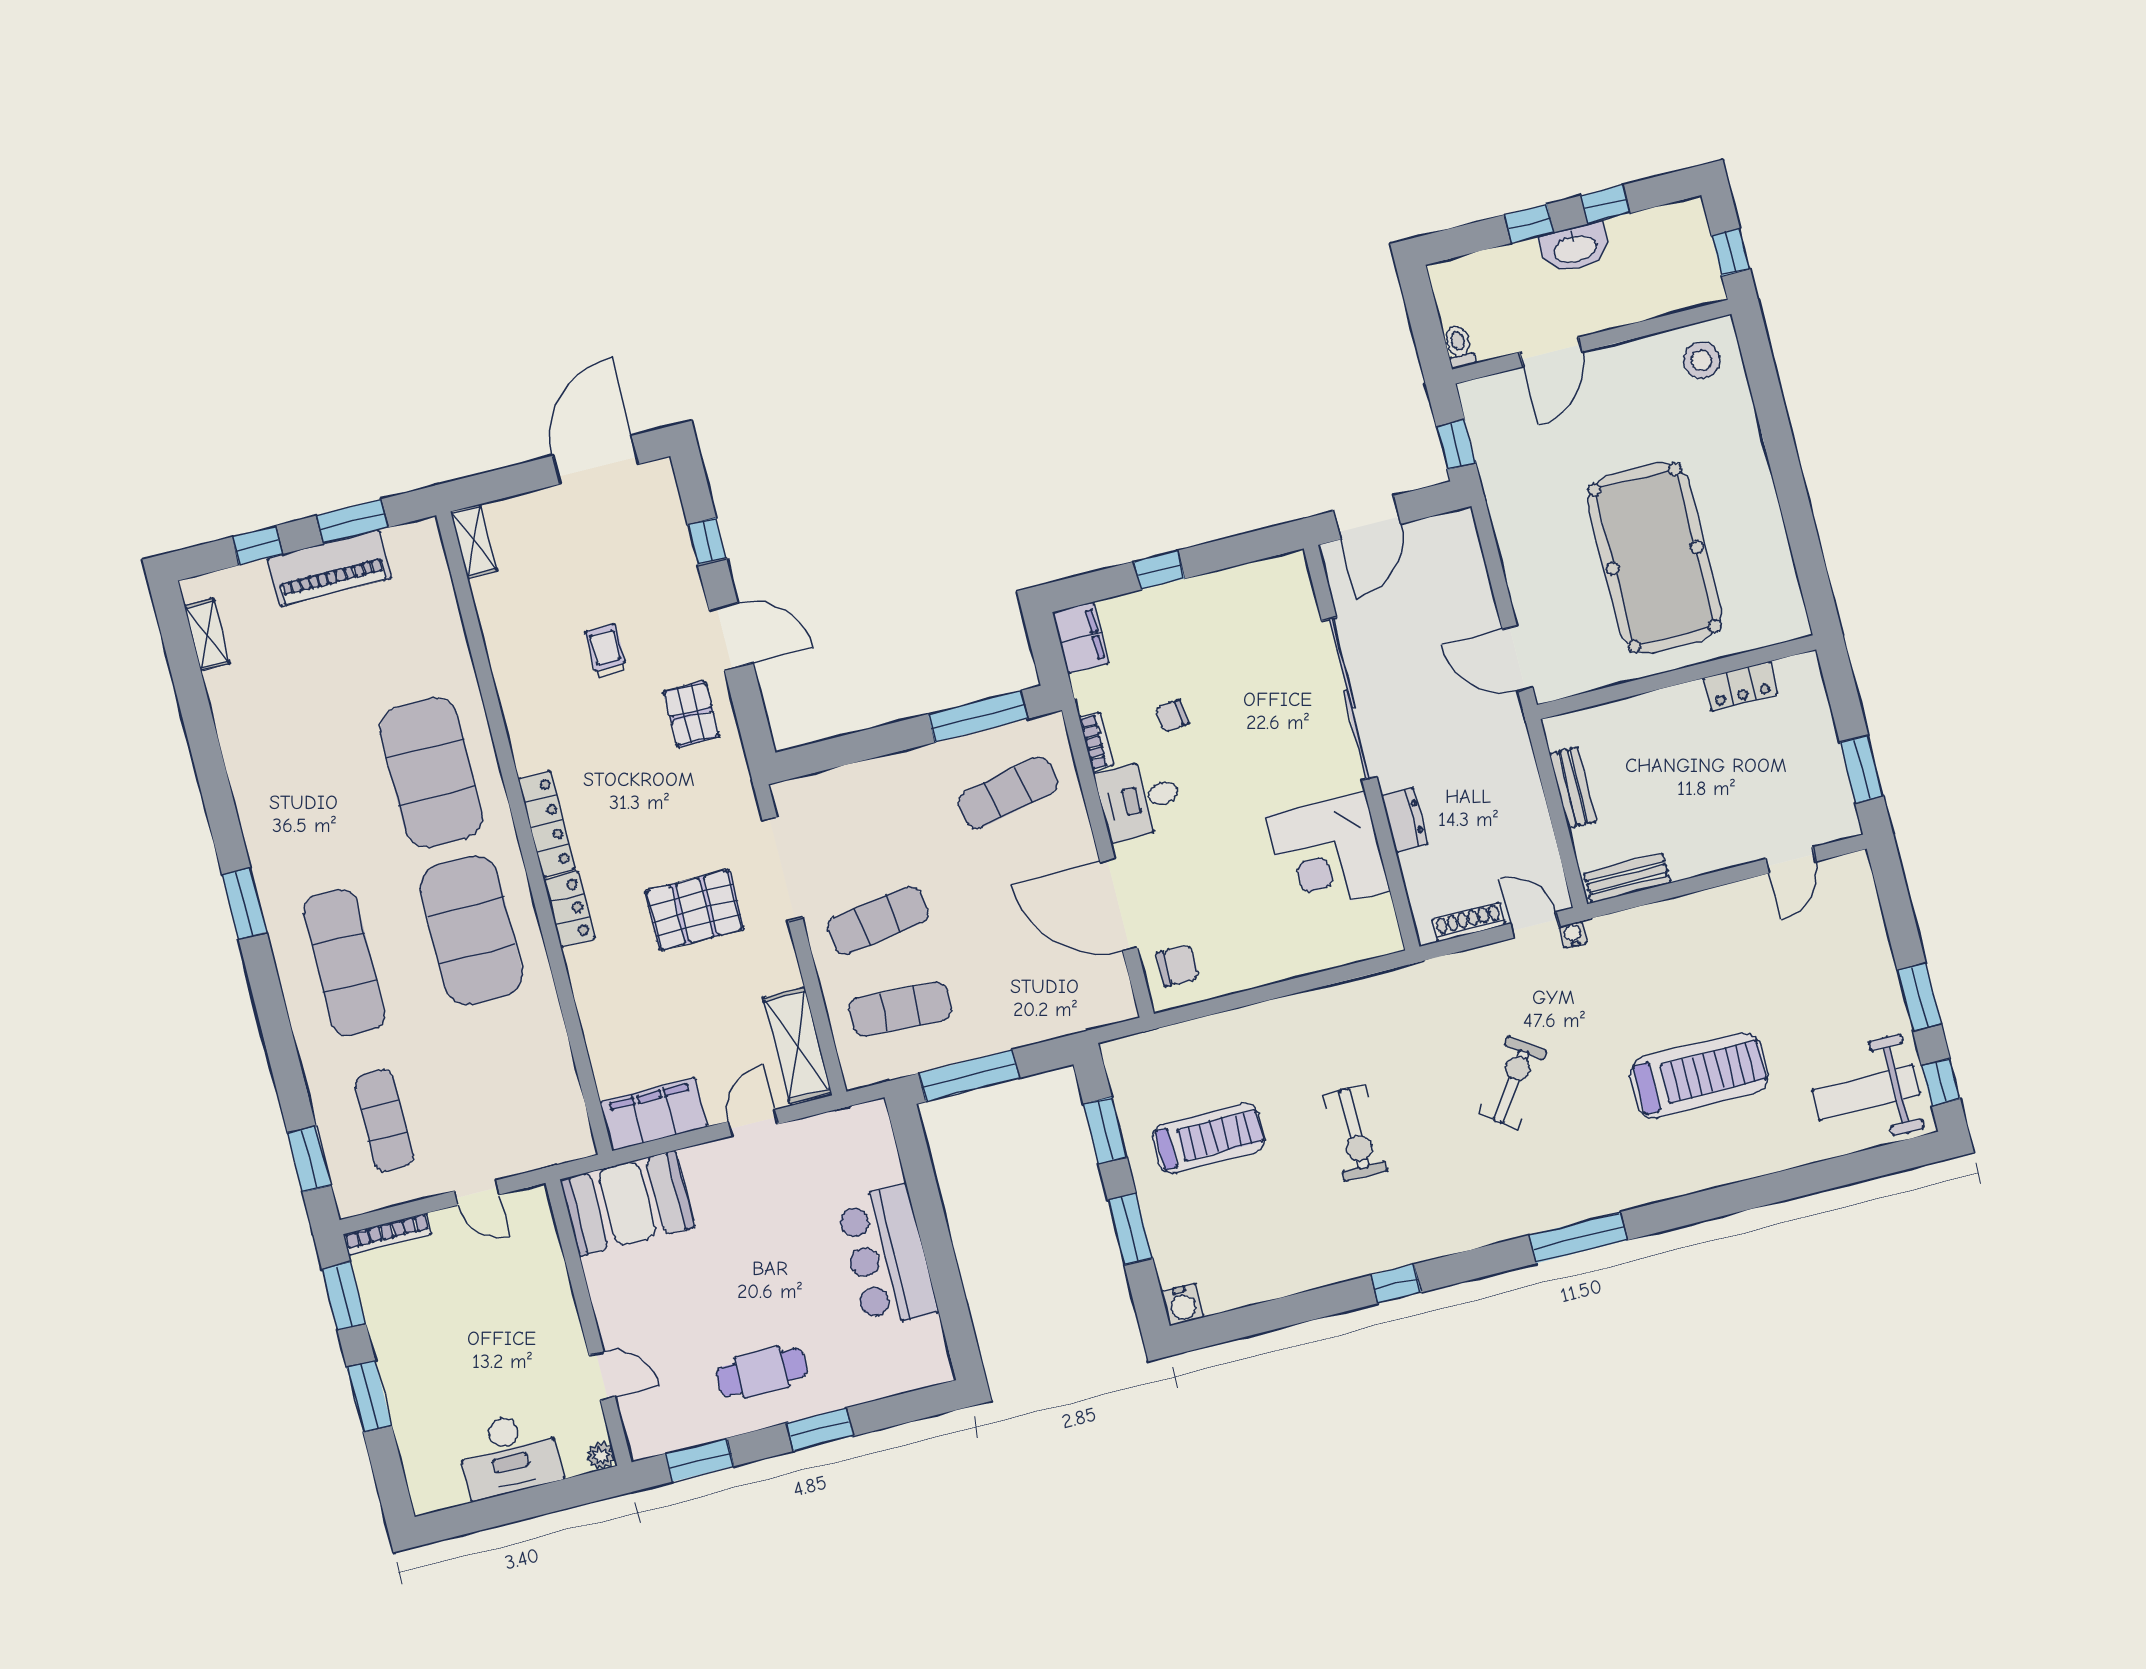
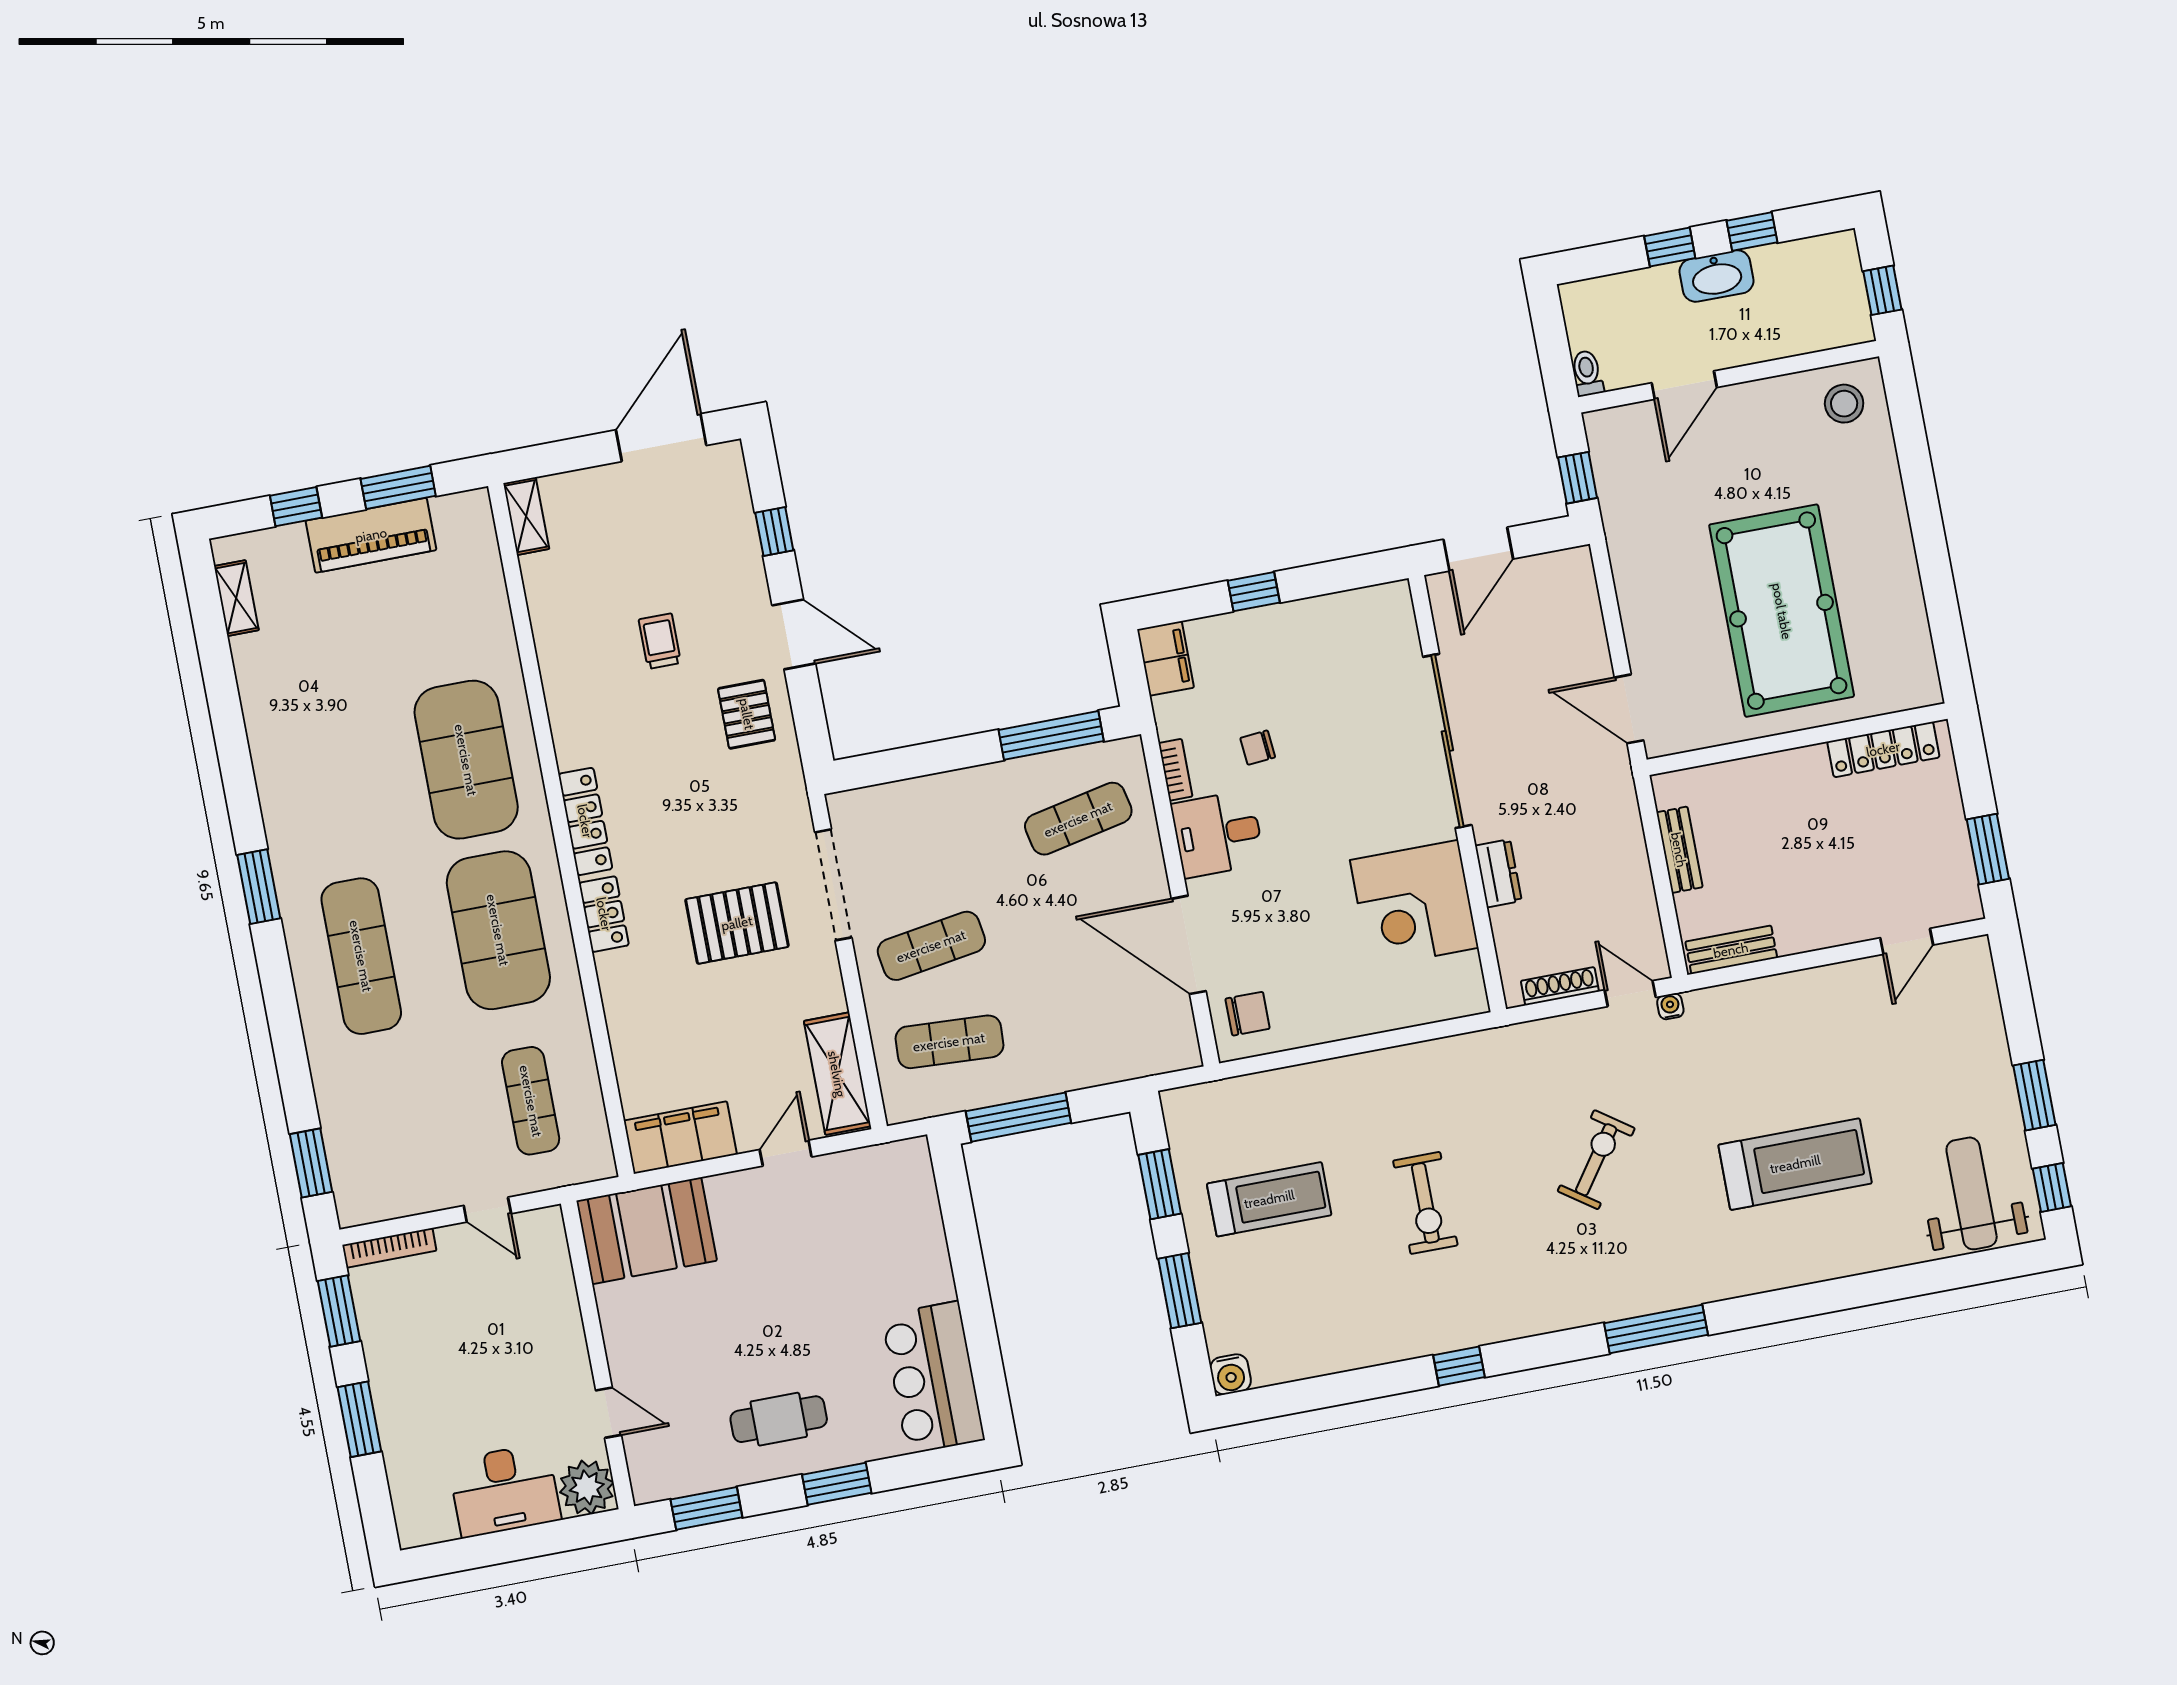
locker: (1741, 686) -> (1883, 749), width x1.53
weight bench: (1866, 1093) -> (1972, 1193), turned 90
exercise mat: (384, 1120) -> (531, 1101), moved
bar counter: (887, 1256) -> (933, 1378), moved
plant: (601, 1456) -> (587, 1487), width x1.88, depth x1.88

